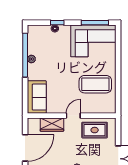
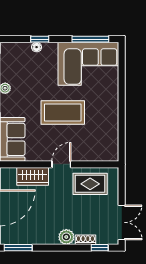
coffee table: (95, 84) -> (63, 113), moved

